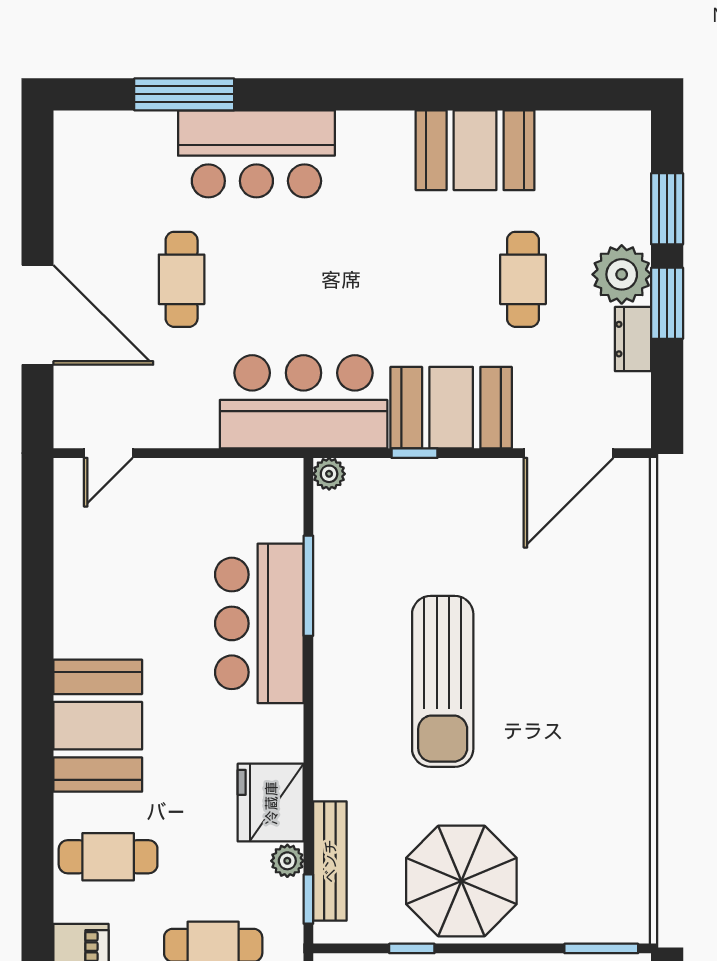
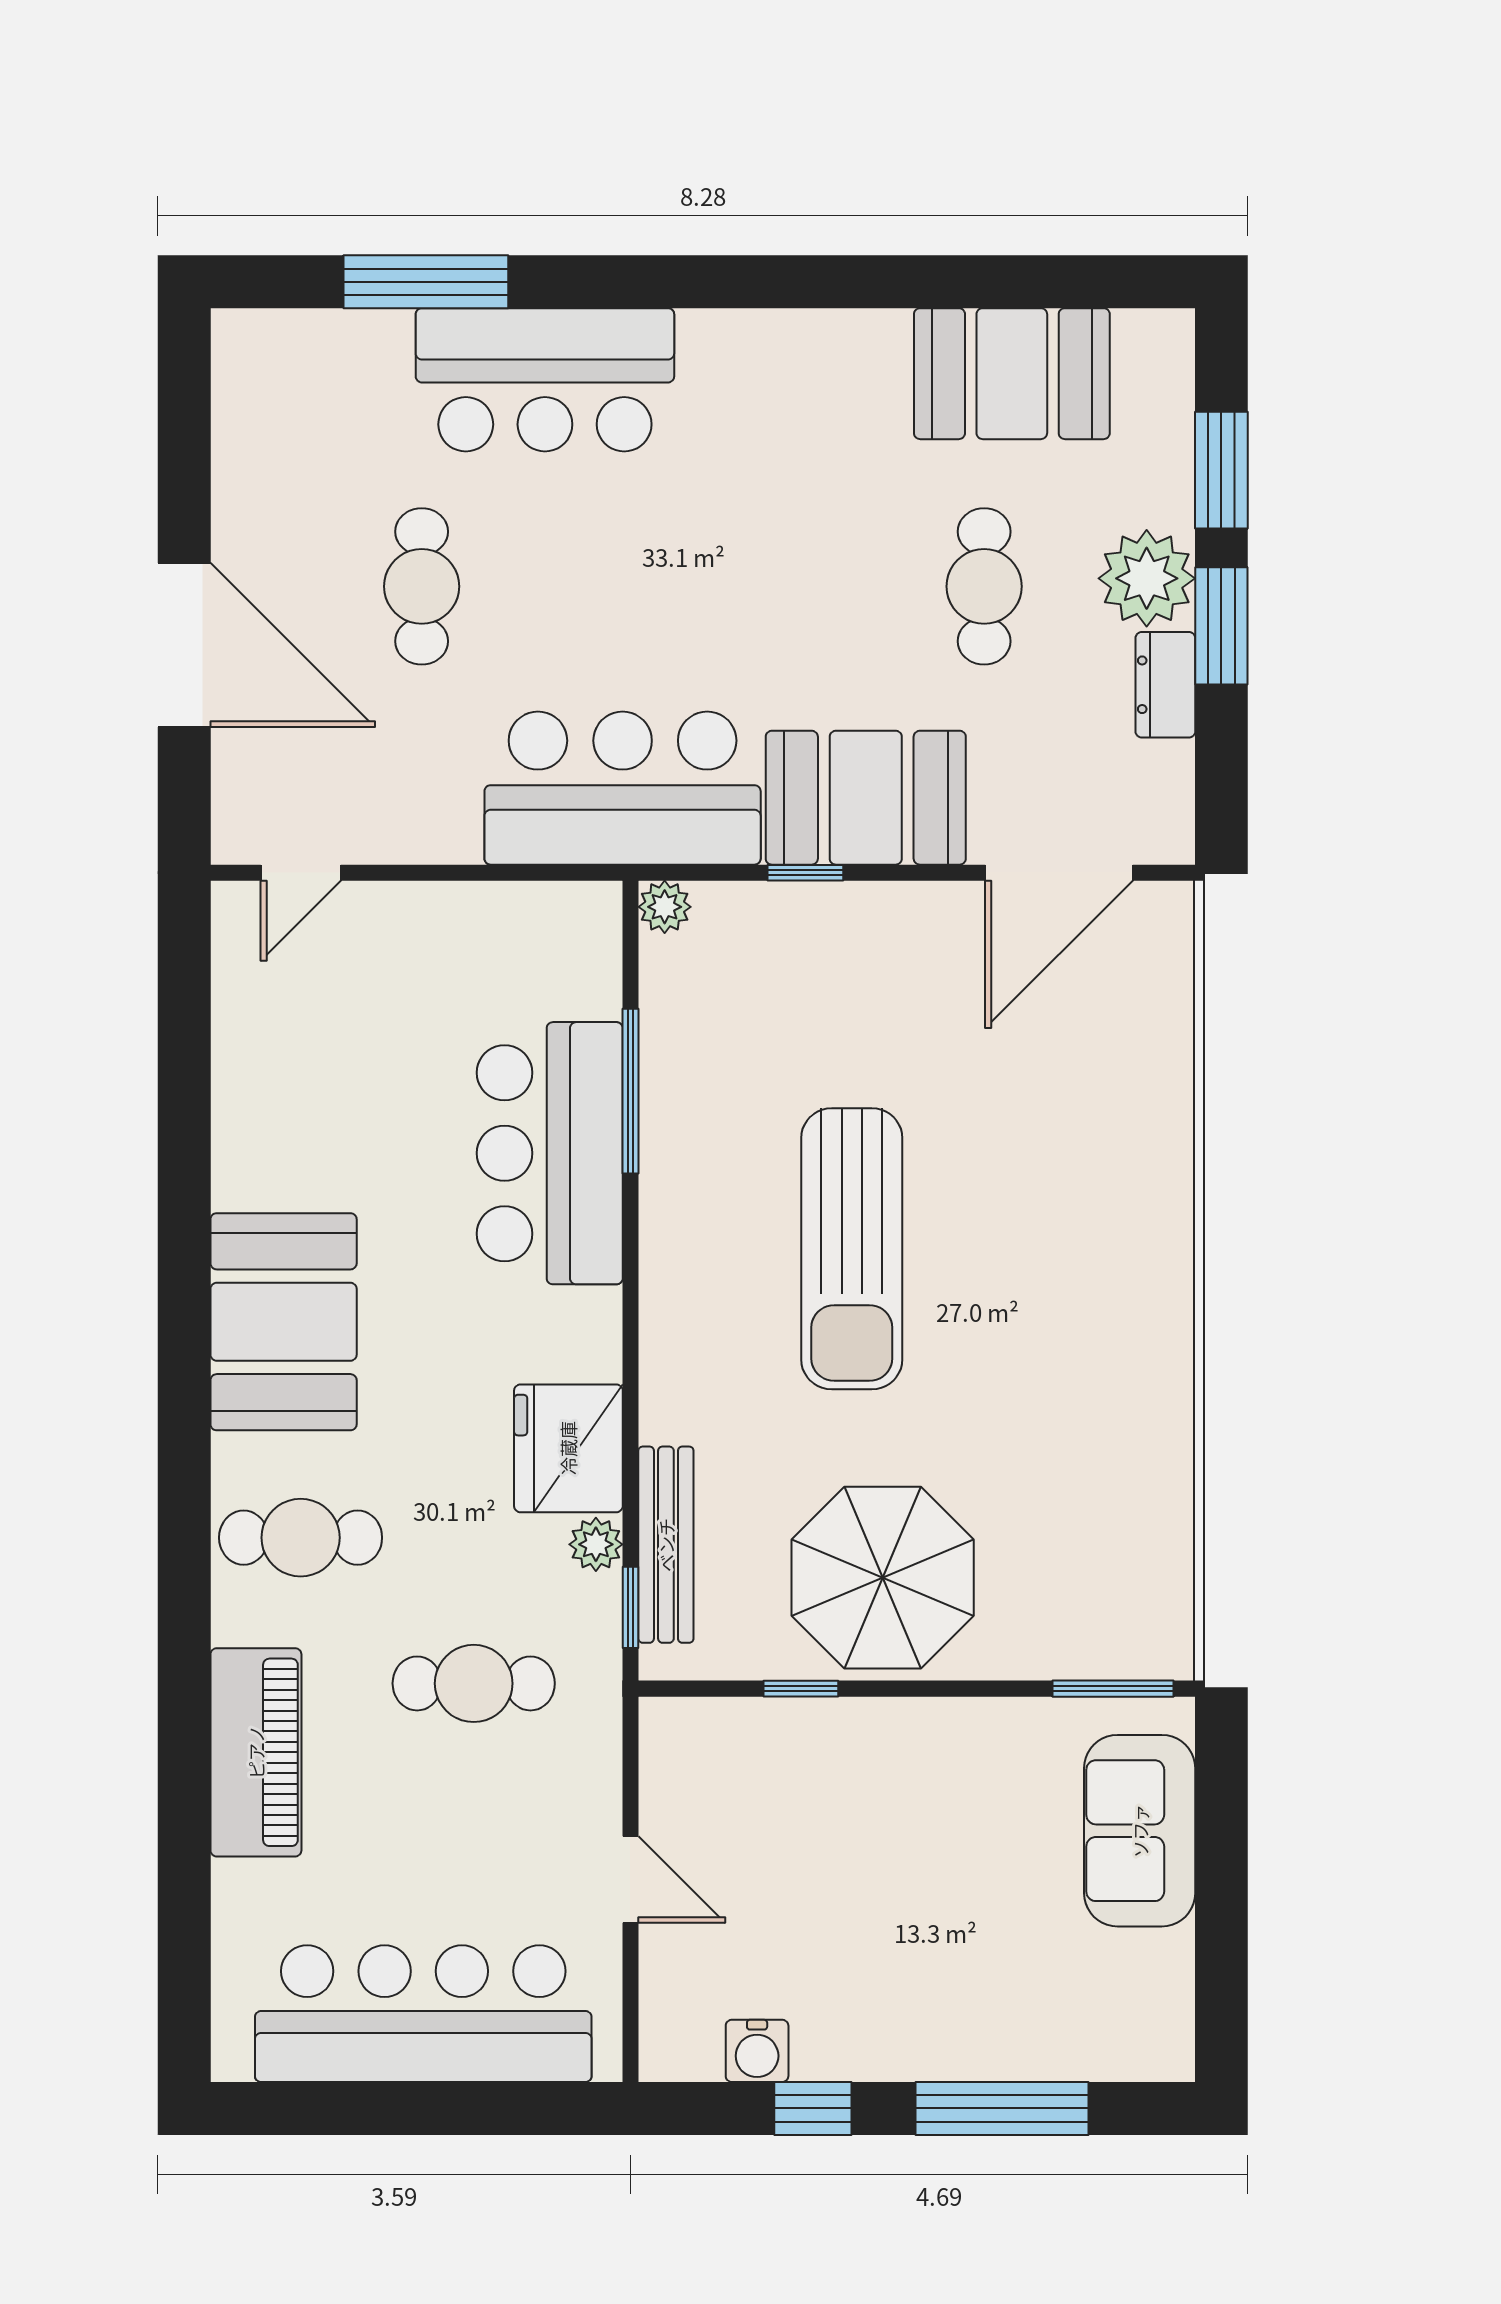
booth: (475, 150) -> (1012, 374), moved

